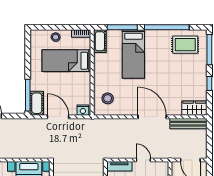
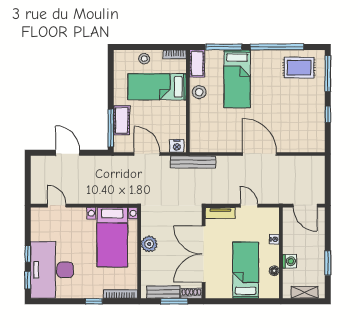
stool: (108, 98) -> (199, 92), moved
cot: (37, 103) -> (122, 120), moved
wardrobe: (194, 108) -> (310, 144), removed
bench: (188, 124) -> (193, 162), moved

